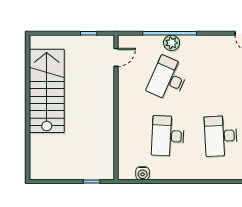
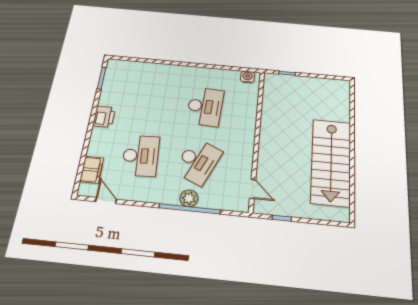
door: (116, 57) -> (253, 189), swing flipped
desk: (221, 136) -> (141, 156), moved
water cooler: (143, 173) -> (248, 77), moved

